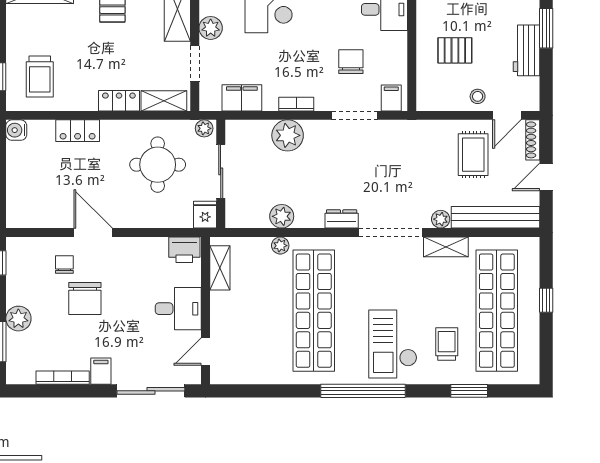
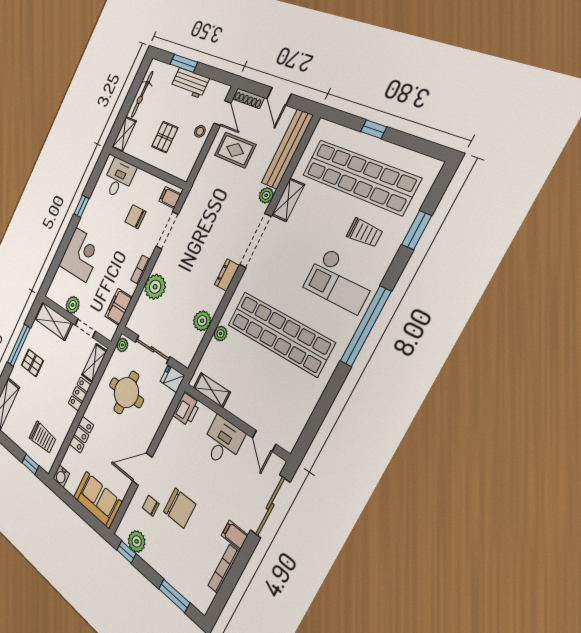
sofa: (25, 195) -> (98, 500), added
plant: (18, 319) -> (137, 541), moved
trolley: (447, 344) -> (365, 233), turned 180

